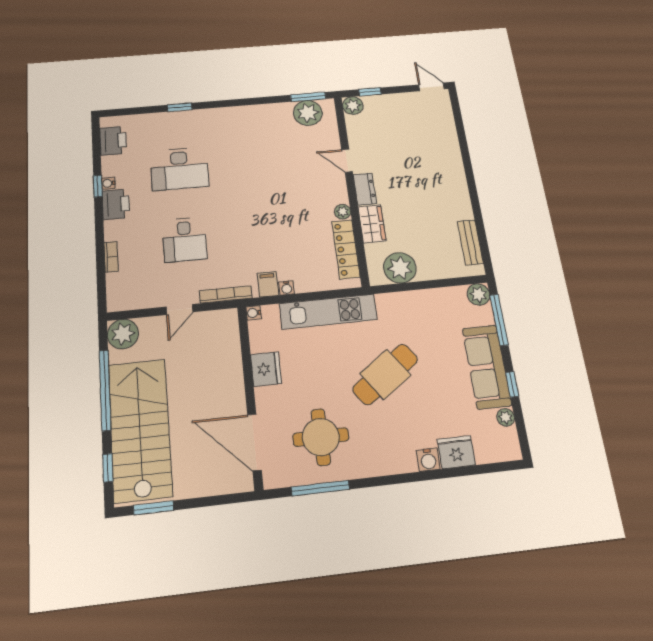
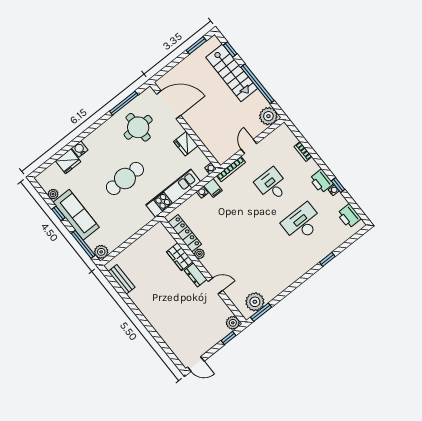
plant: (400, 268) -> (150, 241), removed
cafe table: (385, 374) -> (125, 179), turned 35
stairs: (140, 429) -> (232, 73), width x0.73, depth x0.66

